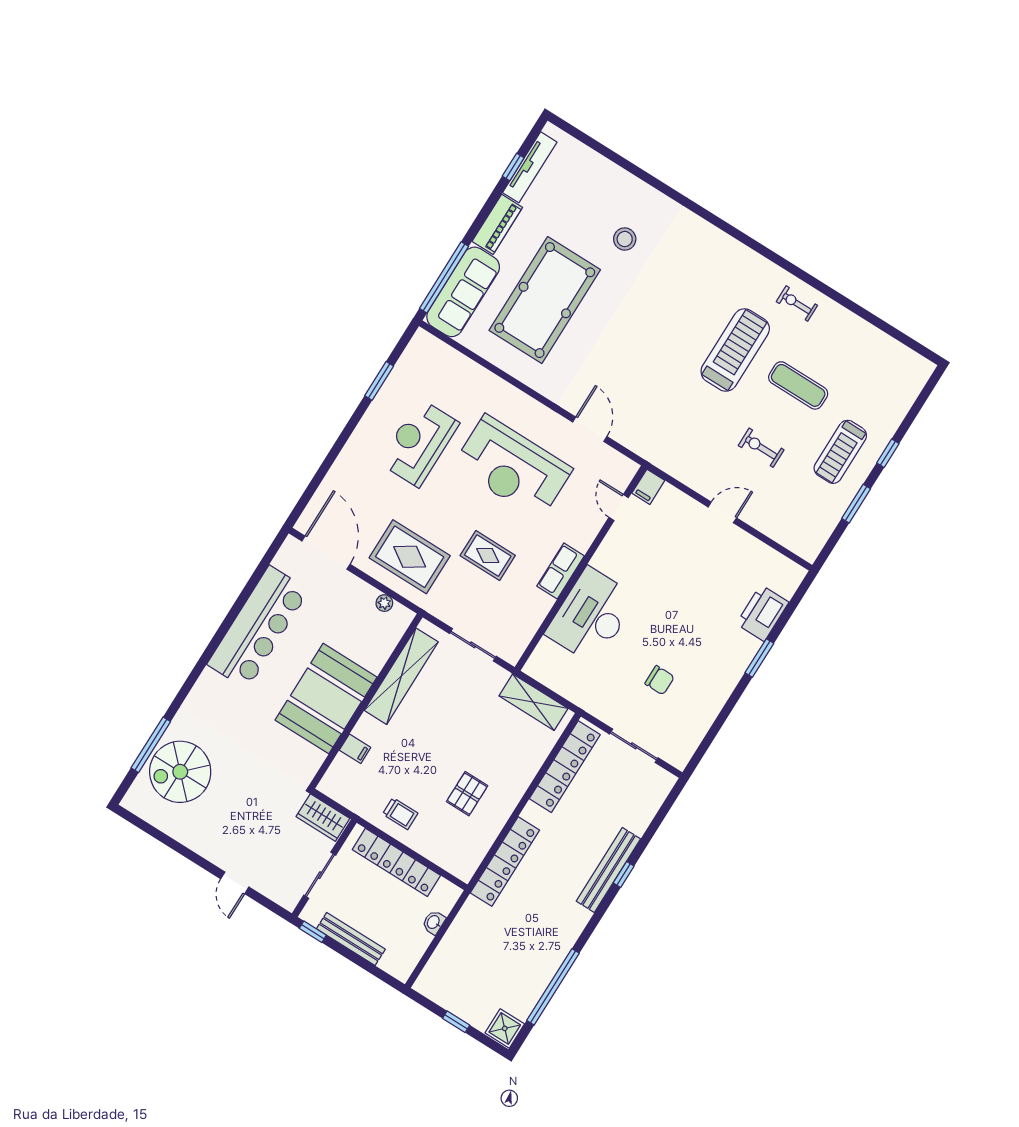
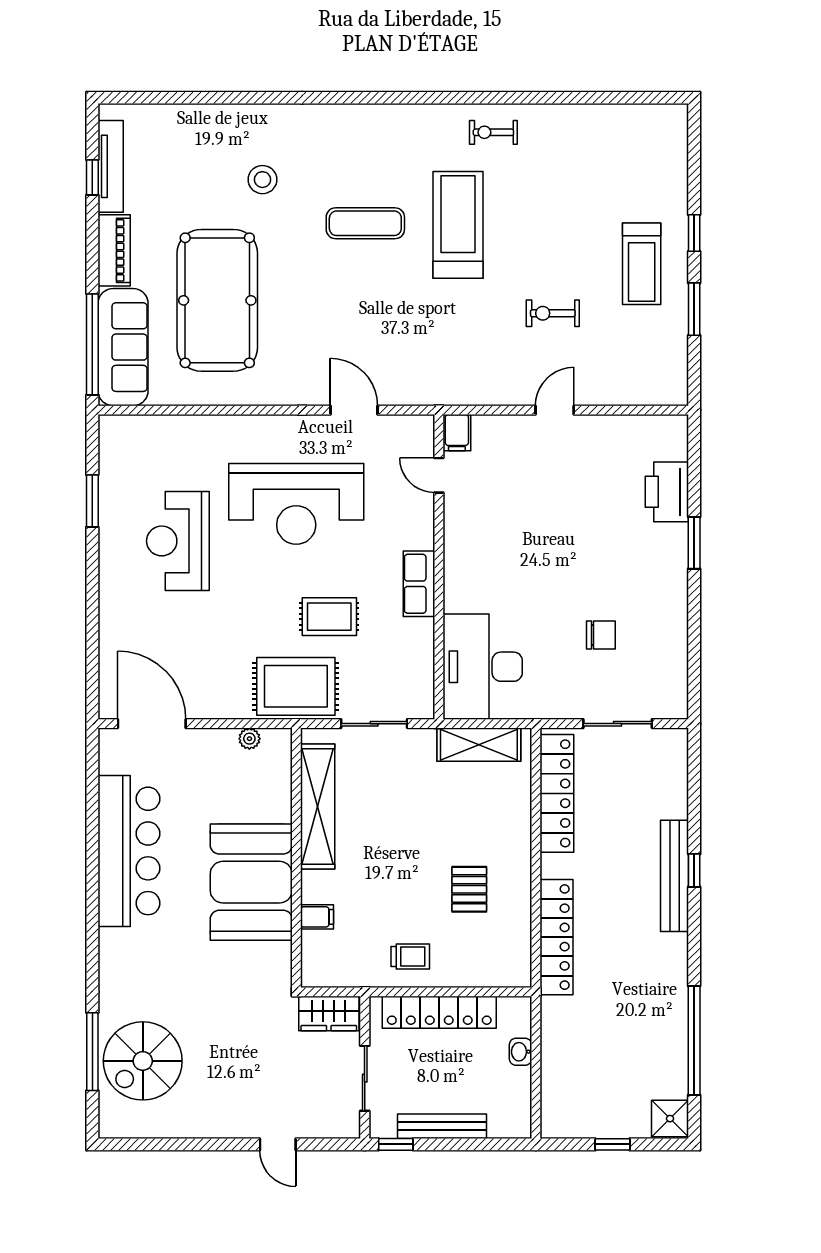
exercise mat: (798, 385) -> (365, 223), moved
rug: (410, 557) -> (296, 686), moved
desk: (591, 616) -> (483, 667), moved

